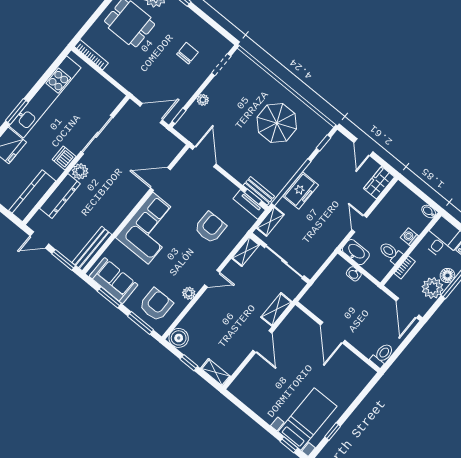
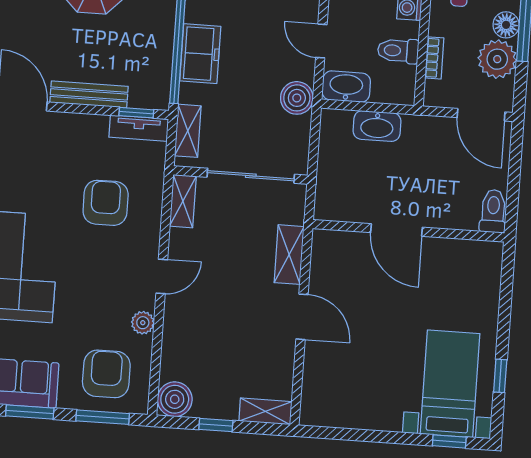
bench: (259, 191) -> (89, 94), moved, width x1.36
boiler: (330, 241) -> (297, 98), added
washbasin: (354, 274) -> (377, 126), width x1.91, depth x1.45

